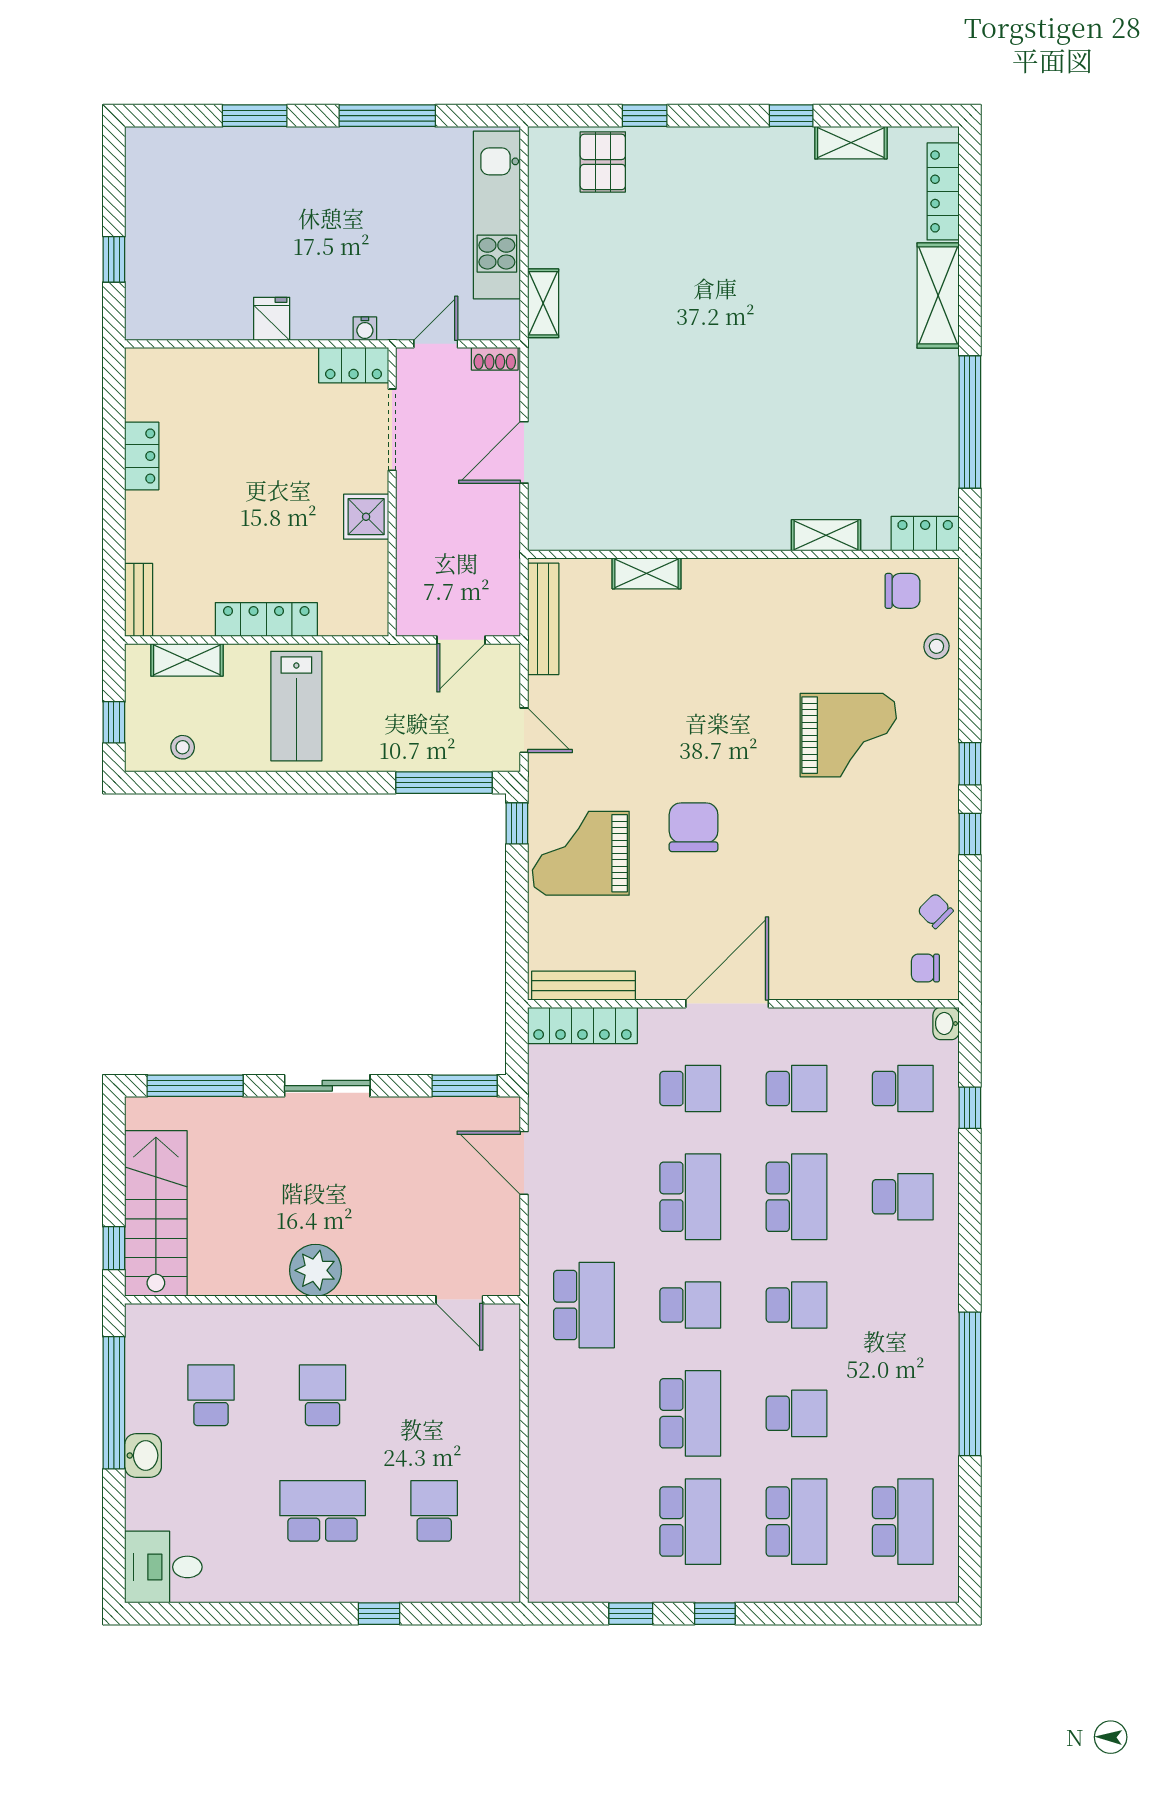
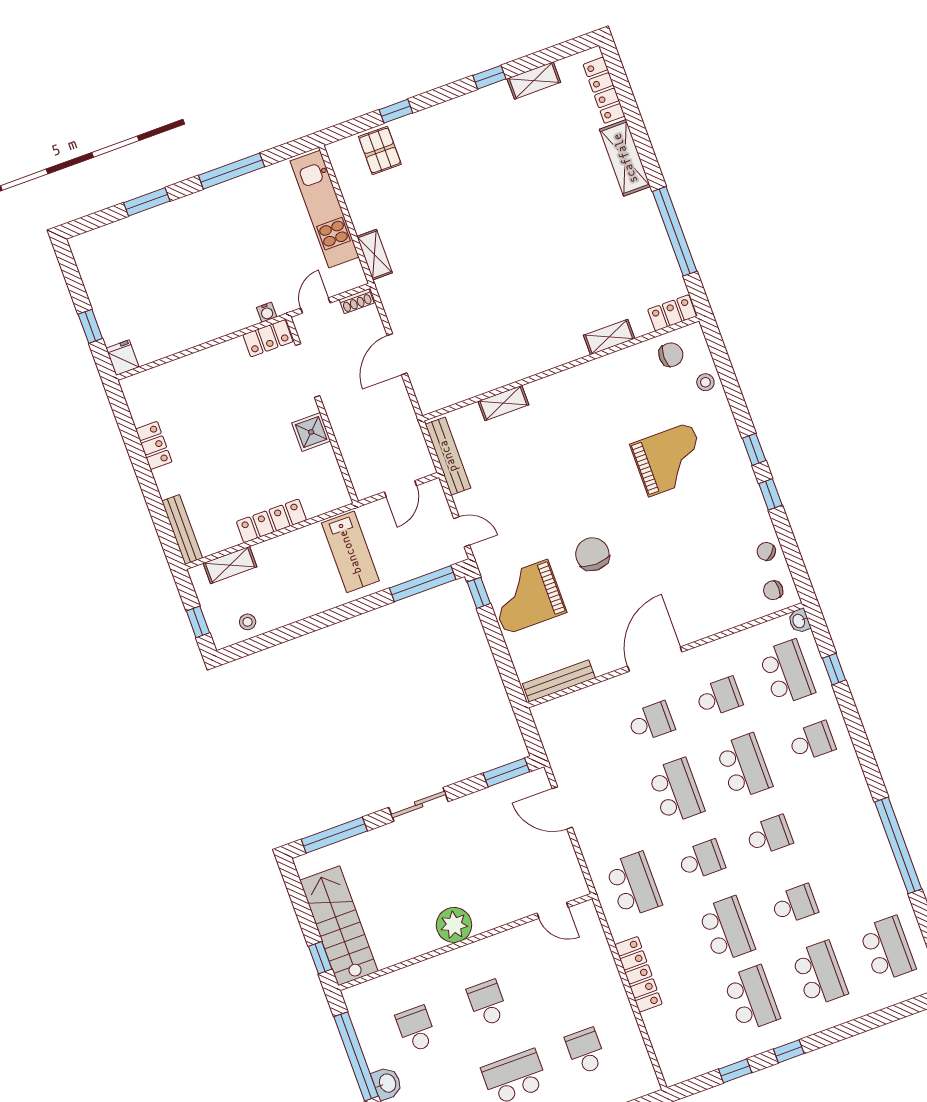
fridge: (272, 319) -> (123, 358), moved
bench: (139, 600) -> (182, 529), width x1.36
lab bench: (296, 706) -> (350, 552), moved
locker: (582, 1025) -> (638, 974), moved, turned -90
school desk: (903, 1089) -> (787, 672), width x1.85

